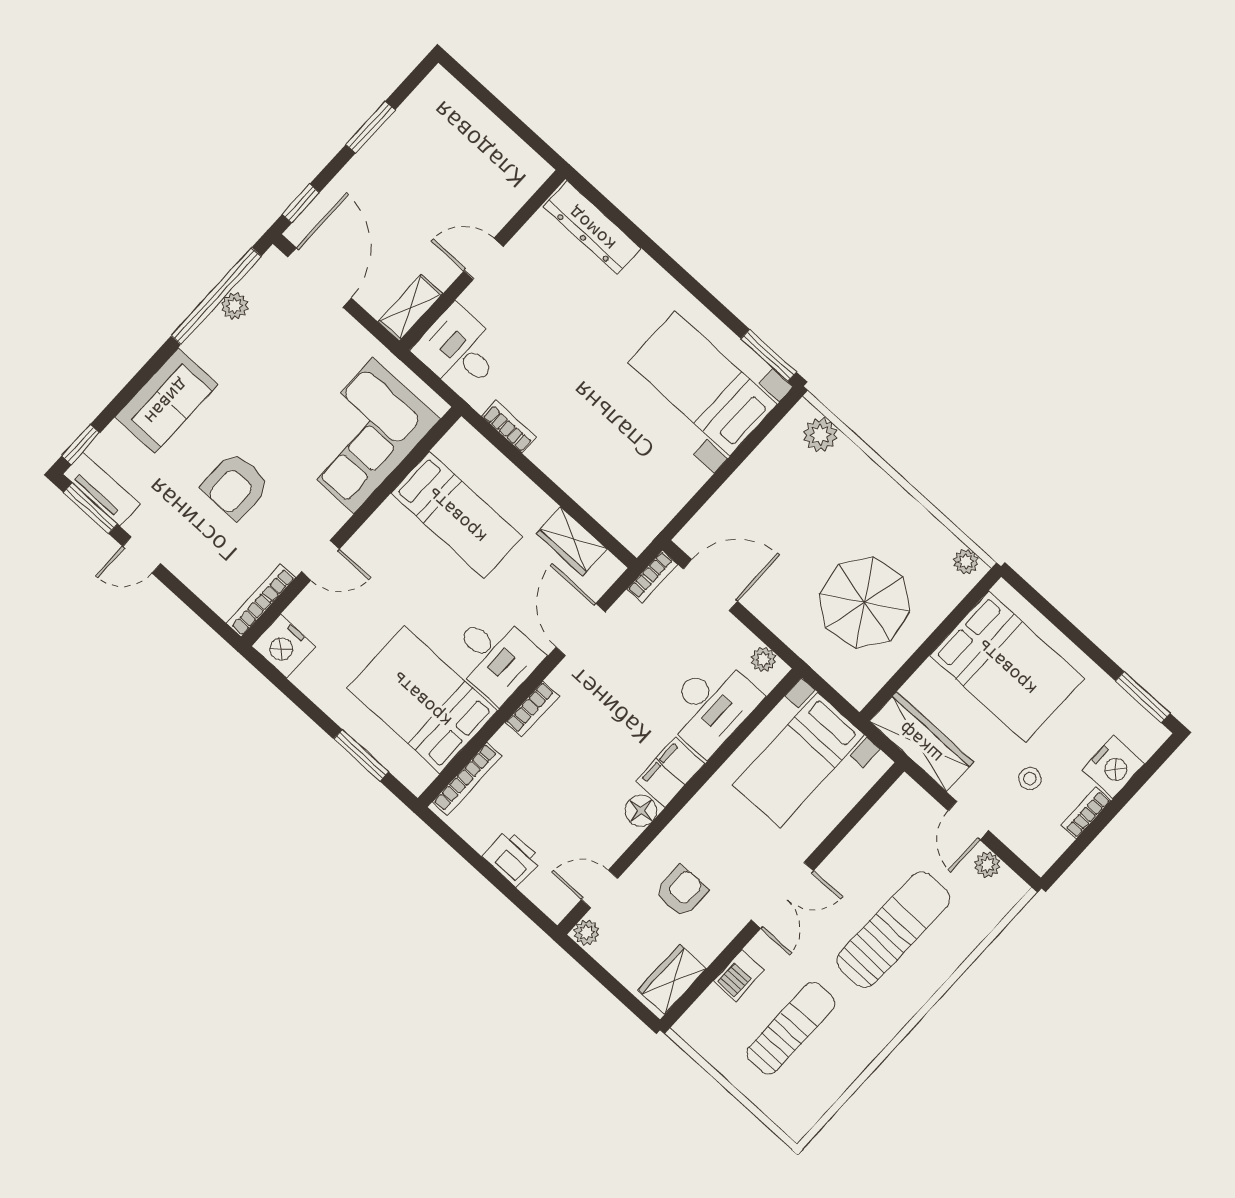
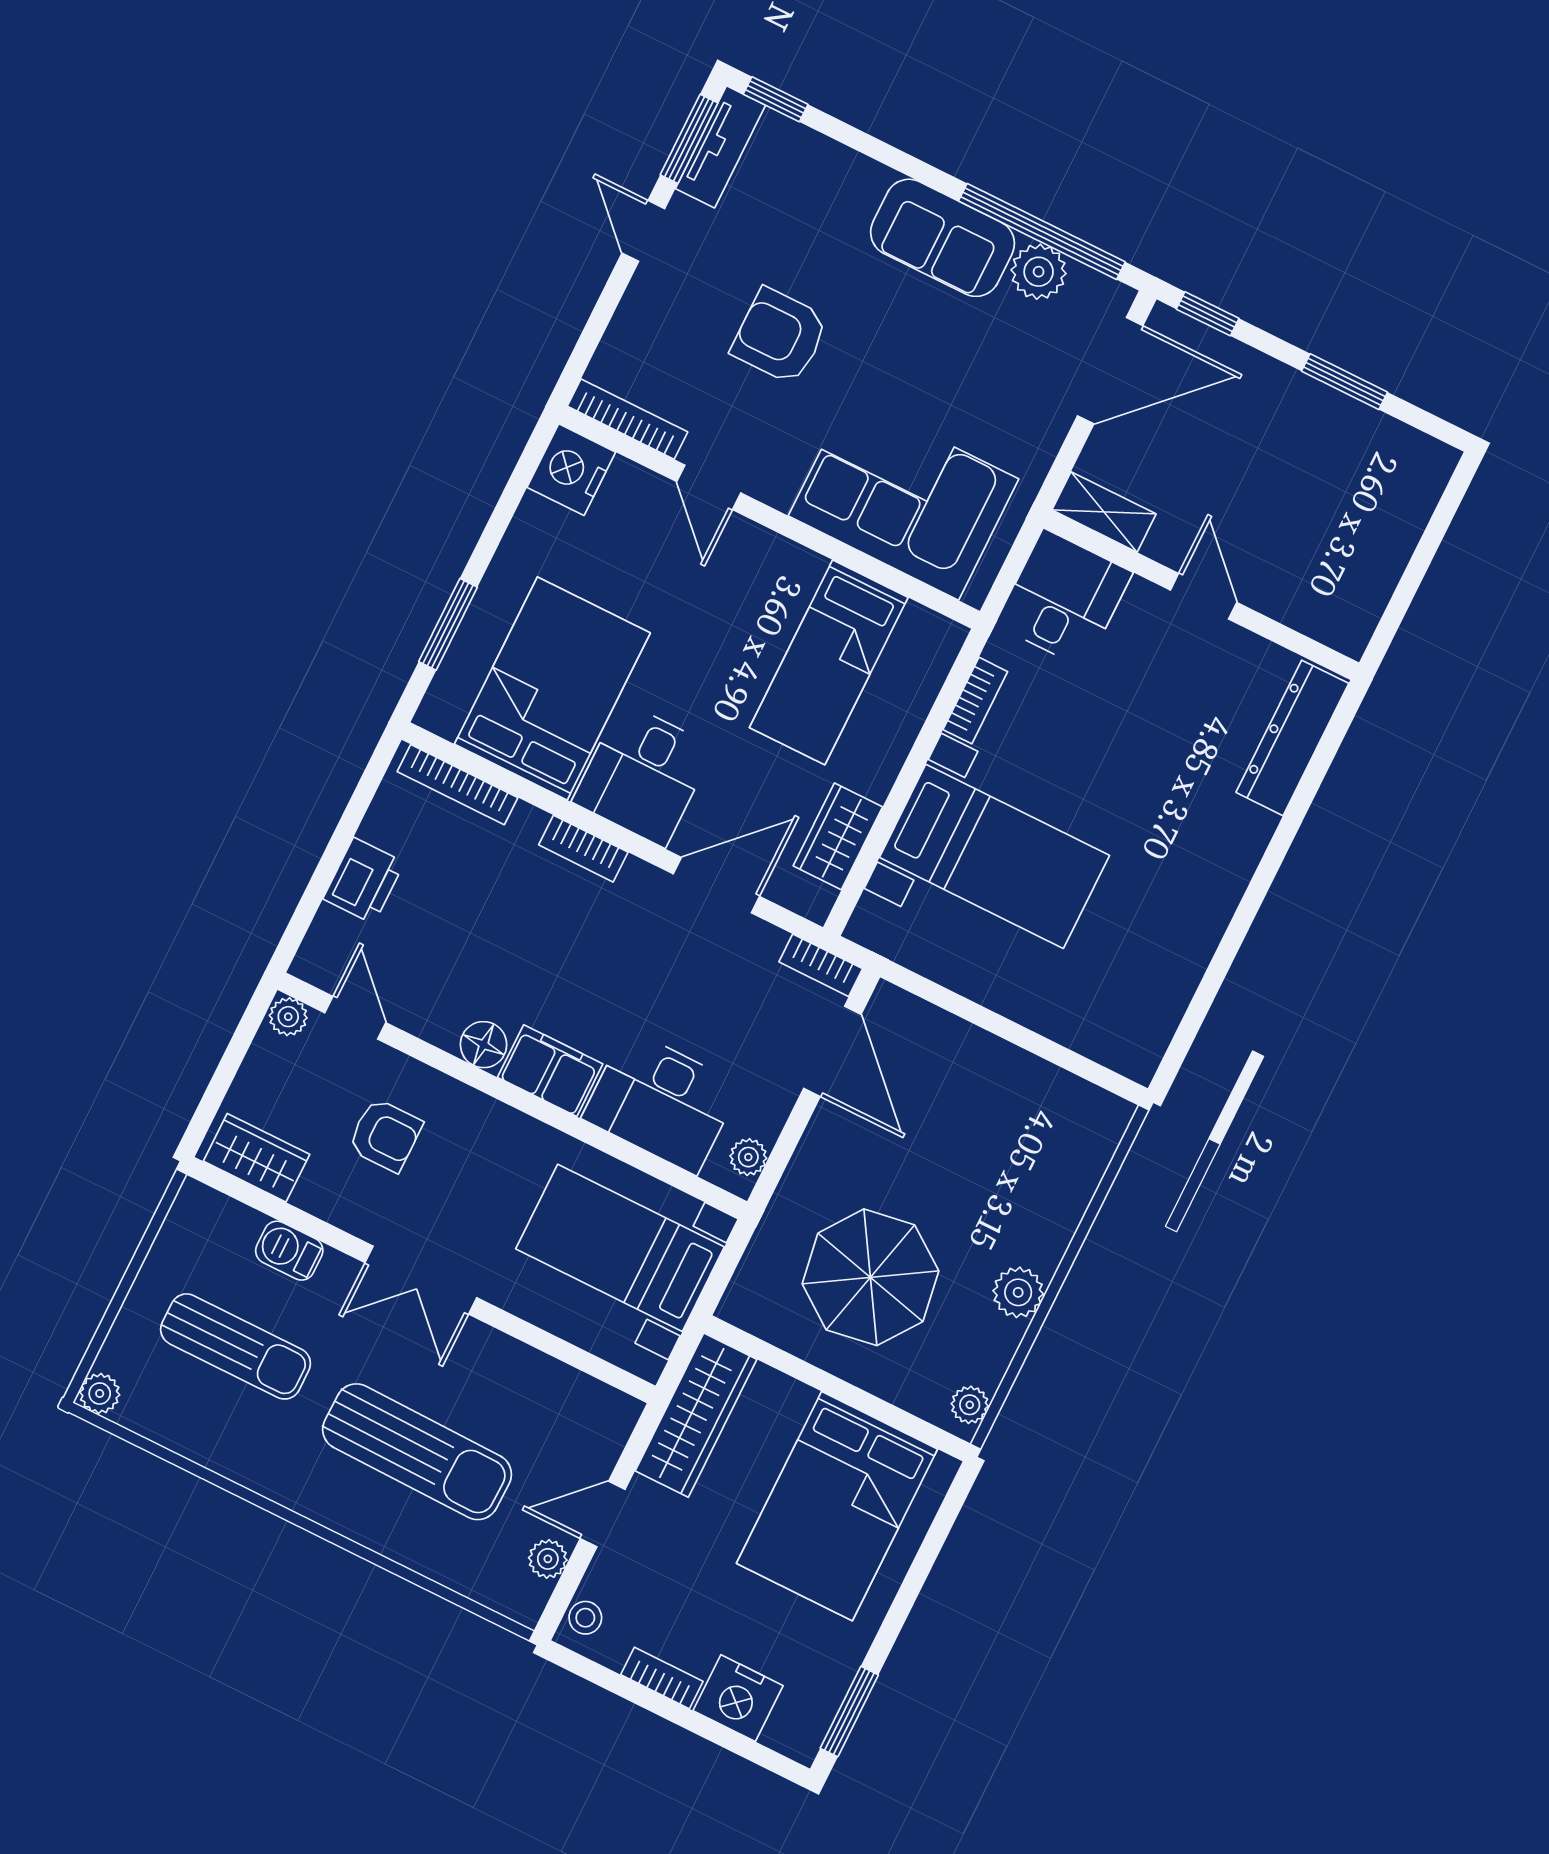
plant: (235, 306) -> (1039, 272), width x1.38, depth x1.38
window: (769, 355) -> (1182, 1041), removed
bed with nightstands: (702, 383) -> (995, 856), moved, turned 90
sofa: (166, 401) -> (943, 238), moved
plant: (820, 435) -> (1018, 1292), moved
stool: (1030, 779) -> (585, 1618), moved
plant: (796, 1125) -> (100, 1394), added

